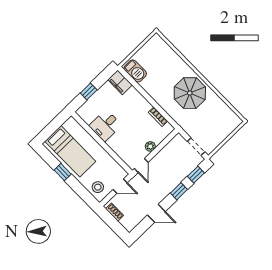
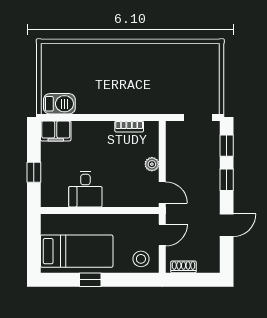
parasol: (190, 93) -> (137, 70), removed

